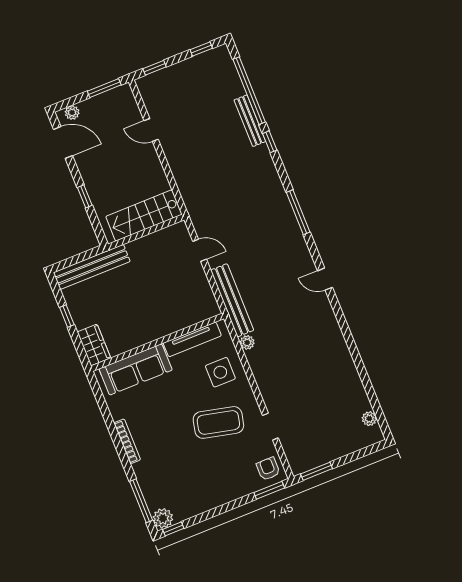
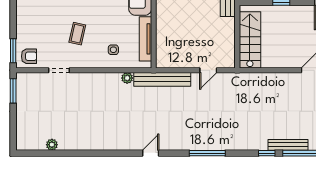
side table: (220, 372) -> (113, 50), width x0.54, depth x0.54
plant: (369, 419) -> (52, 145), moved
coffee table: (218, 422) -> (77, 34), width x0.54, depth x0.58

